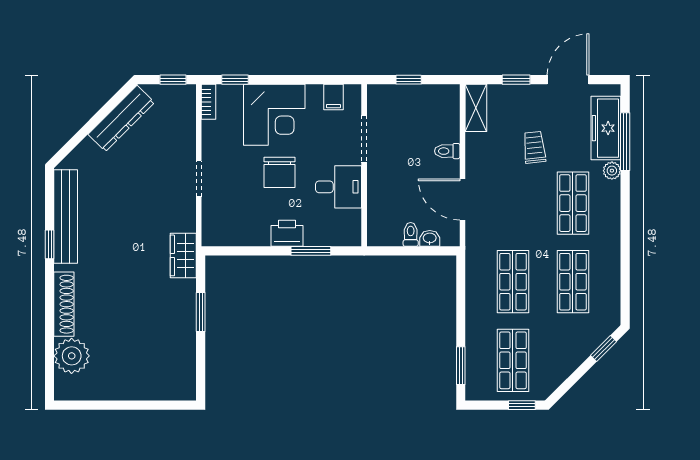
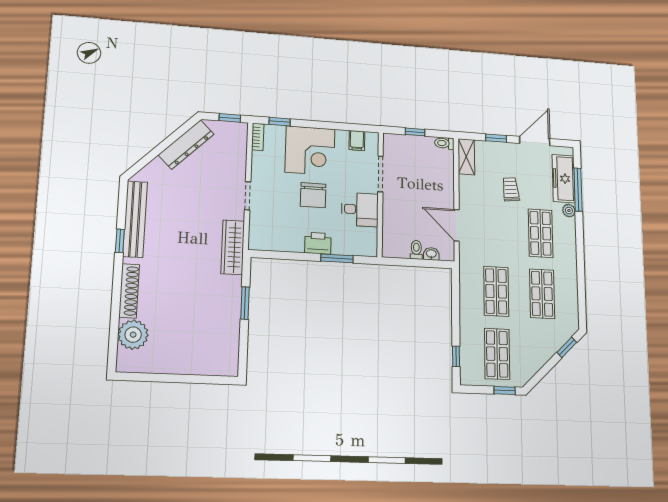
toilet: (447, 151) -> (444, 143), moved
wardrobe: (183, 255) -> (233, 247), width x1.50
window: (461, 366) -> (456, 356), width x0.67

